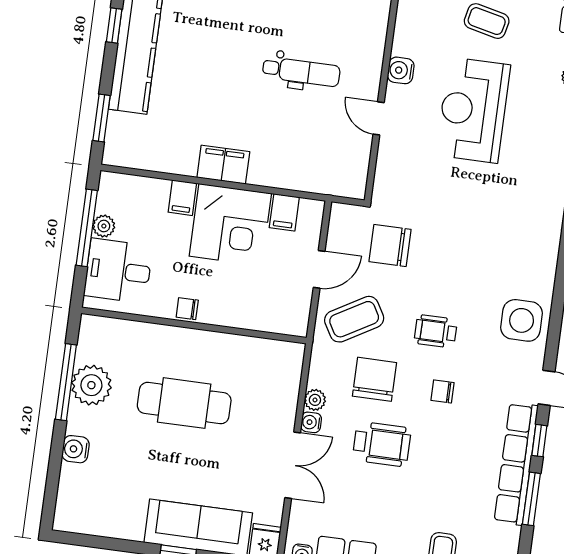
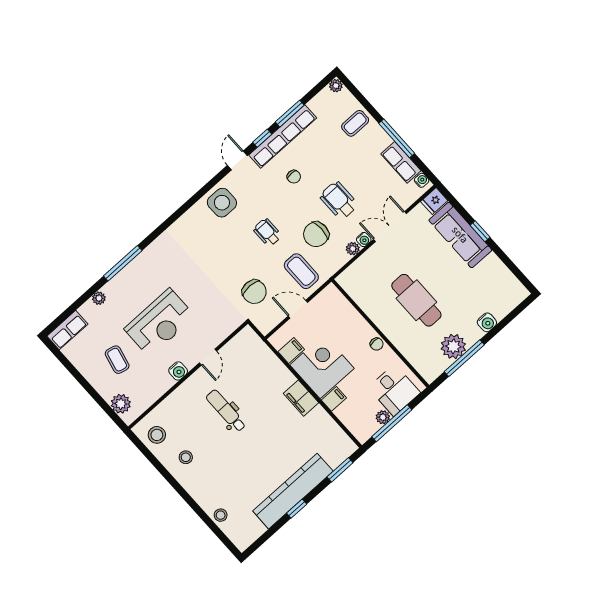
coffee table: (354, 319) -> (301, 271), turned 30
wheelchair: (436, 331) -> (267, 232), turned 180
chair: (442, 391) -> (294, 177), moved

